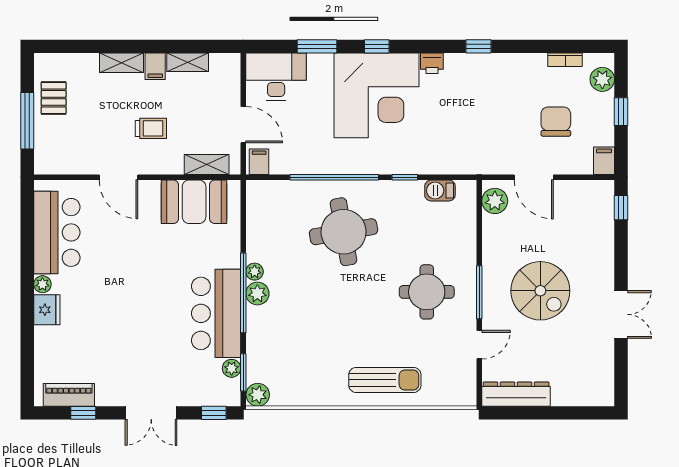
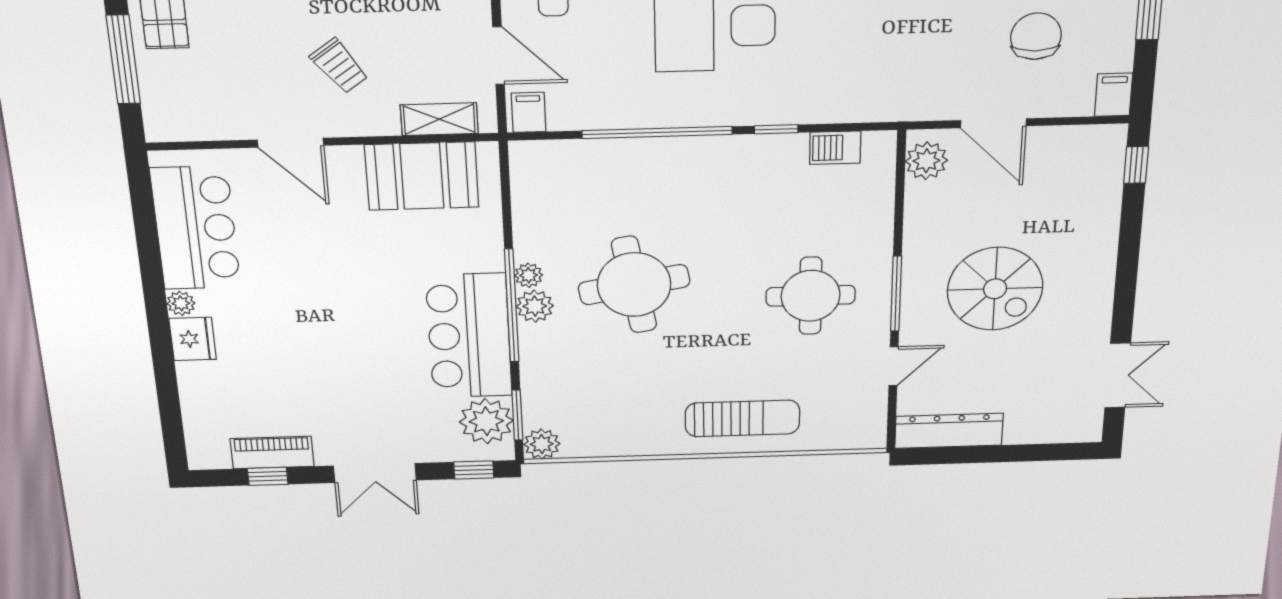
trolley: (151, 128) -> (339, 66), turned 54
round table: (344, 232) -> (634, 285), moved
double door: (621, 314) -> (1118, 376), moved
plant: (232, 368) -> (486, 421), width x1.87, depth x1.87
piano: (69, 395) -> (272, 453), moved

